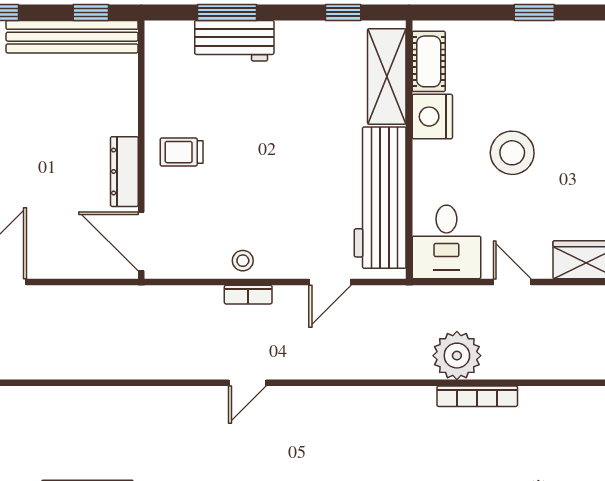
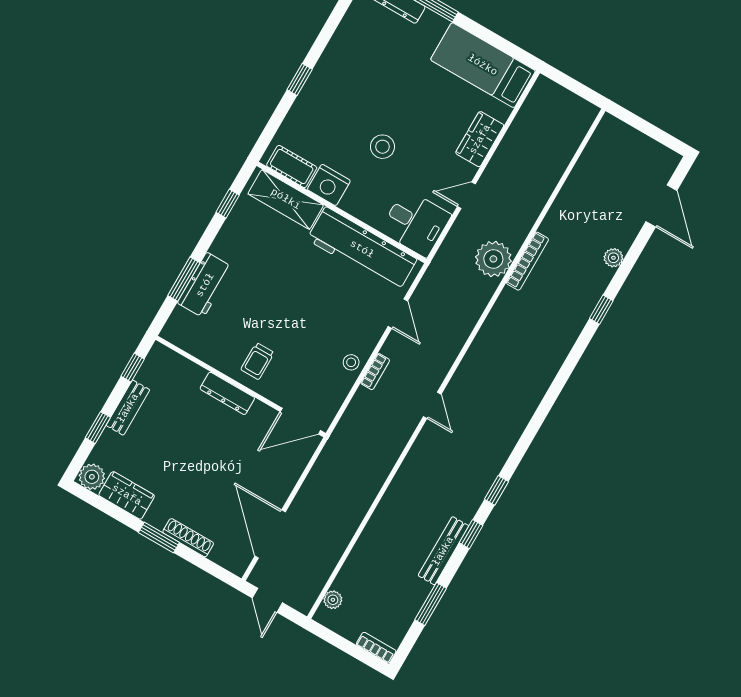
bench: (72, 37) -> (128, 408), width x0.54, depth x0.82
stool: (512, 153) -> (382, 147), width x0.73, depth x0.73
dresser: (124, 172) -> (227, 393), moved

